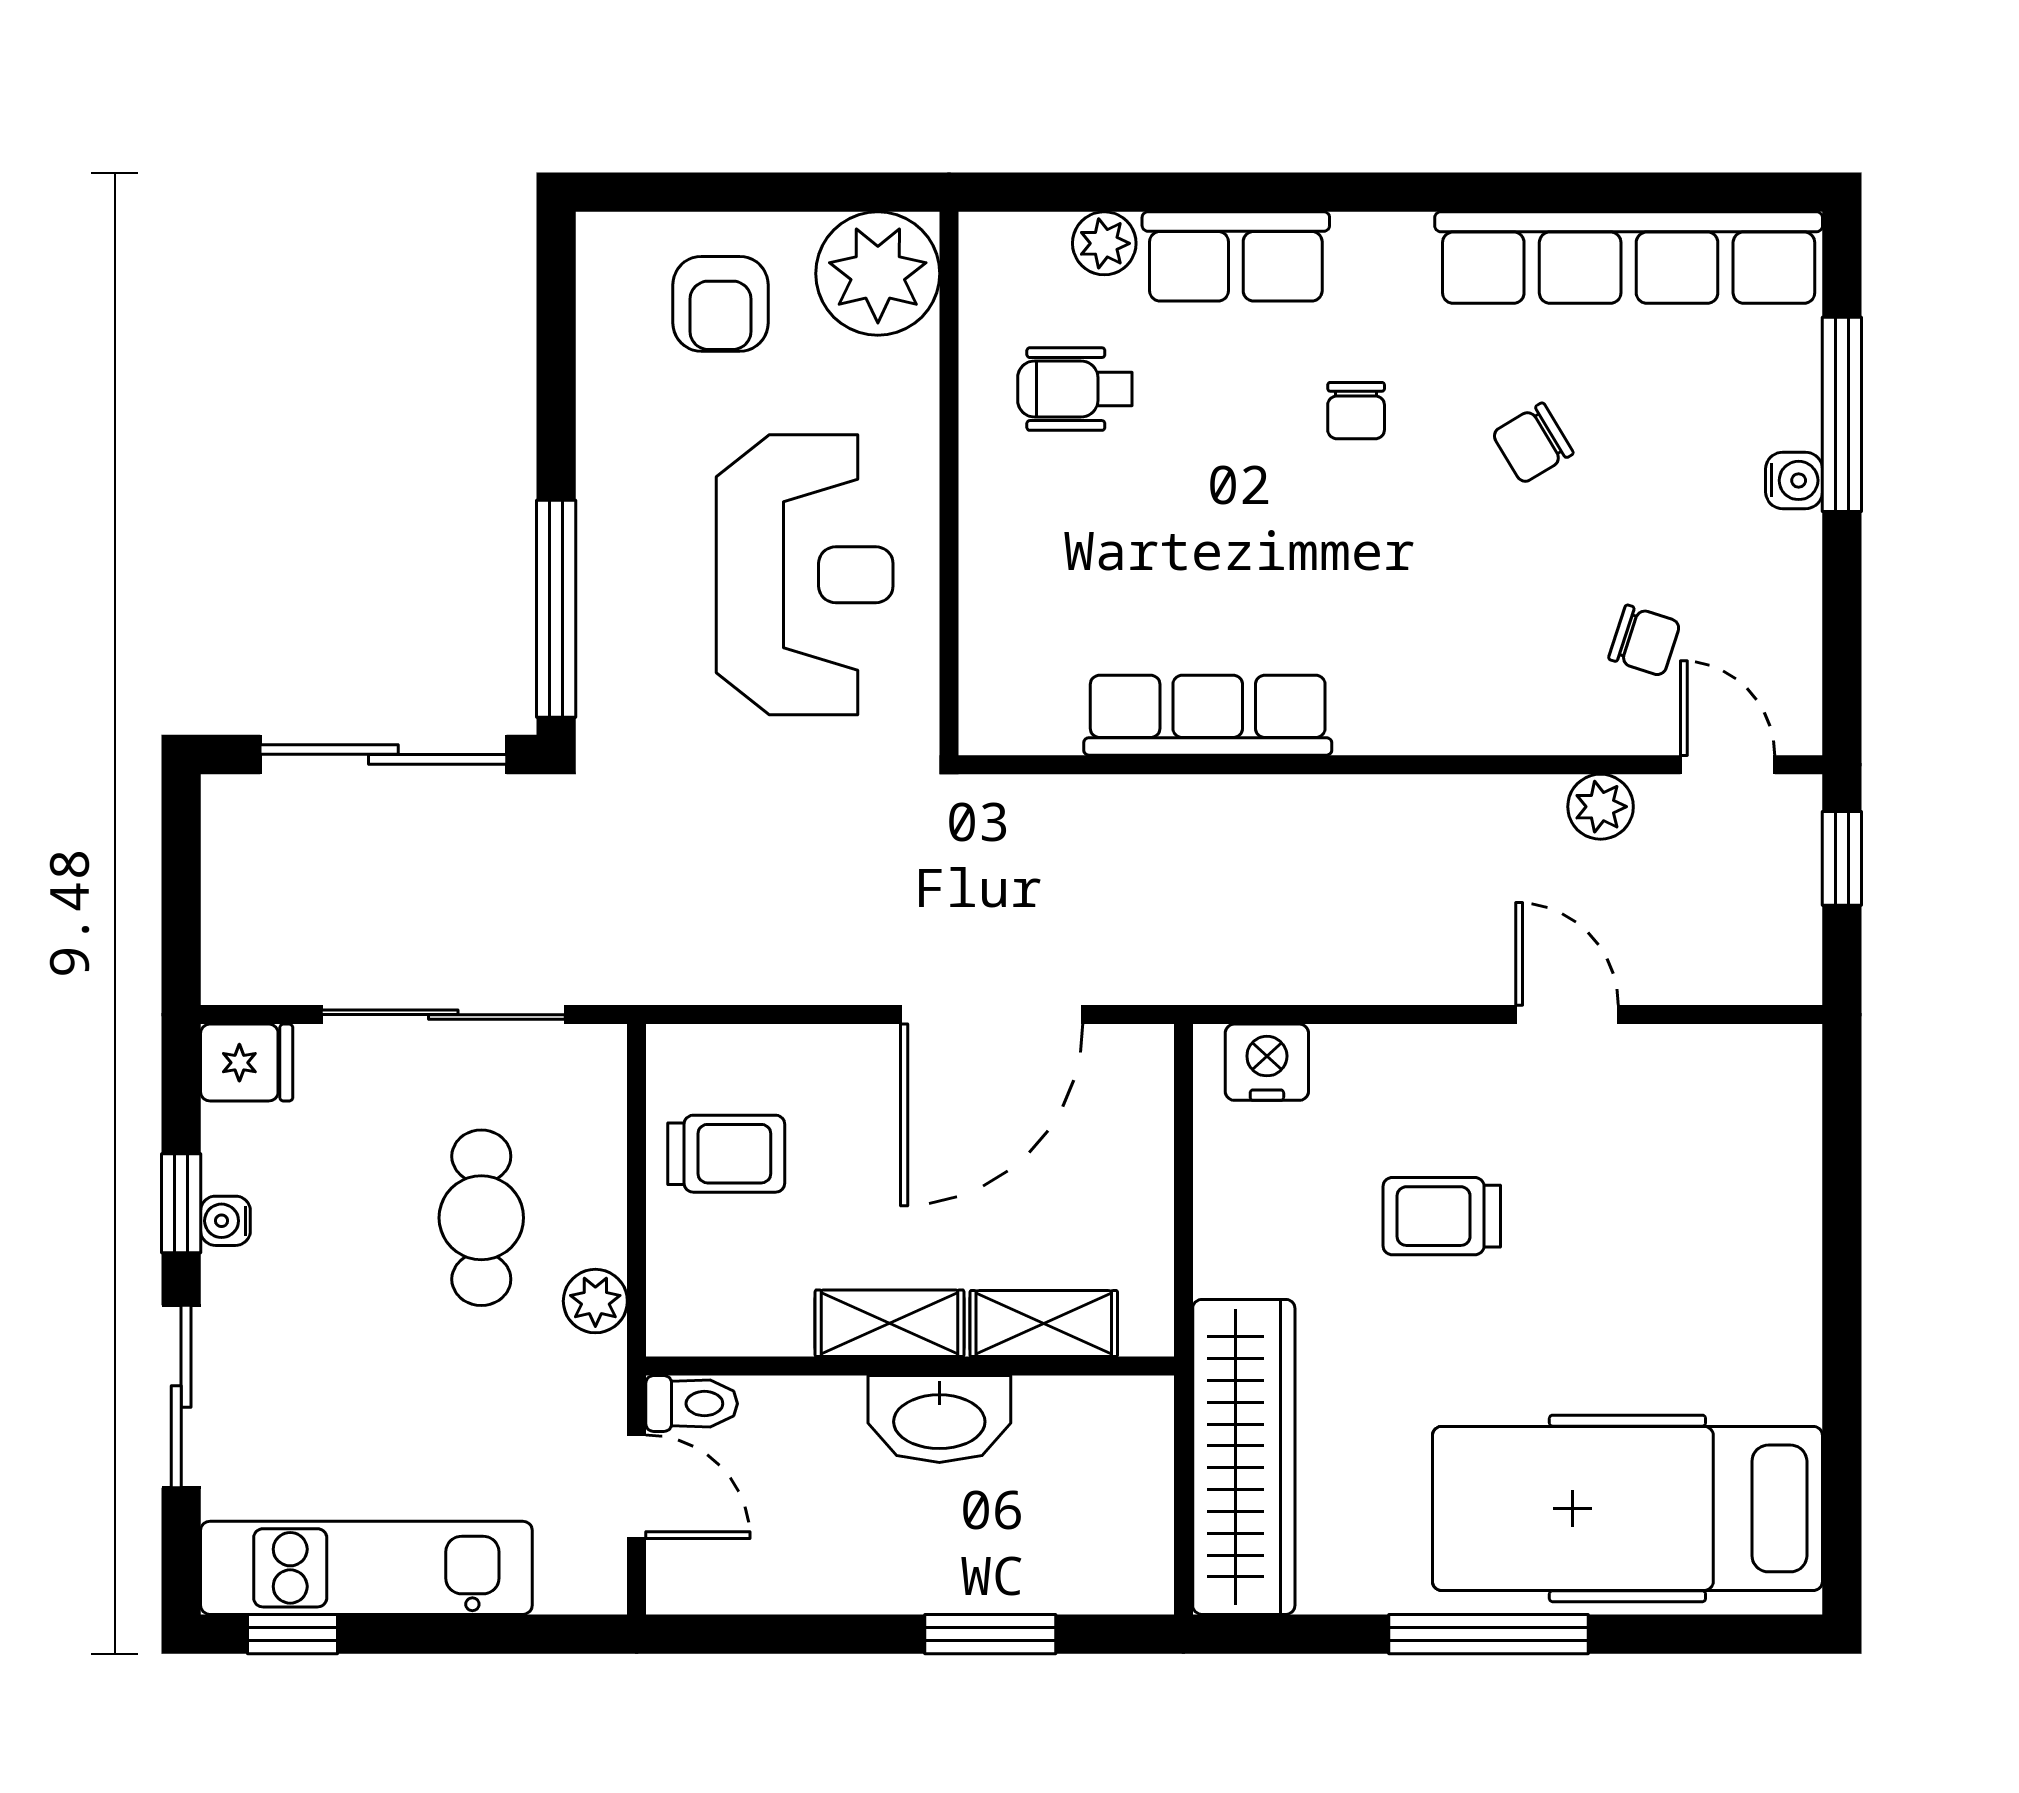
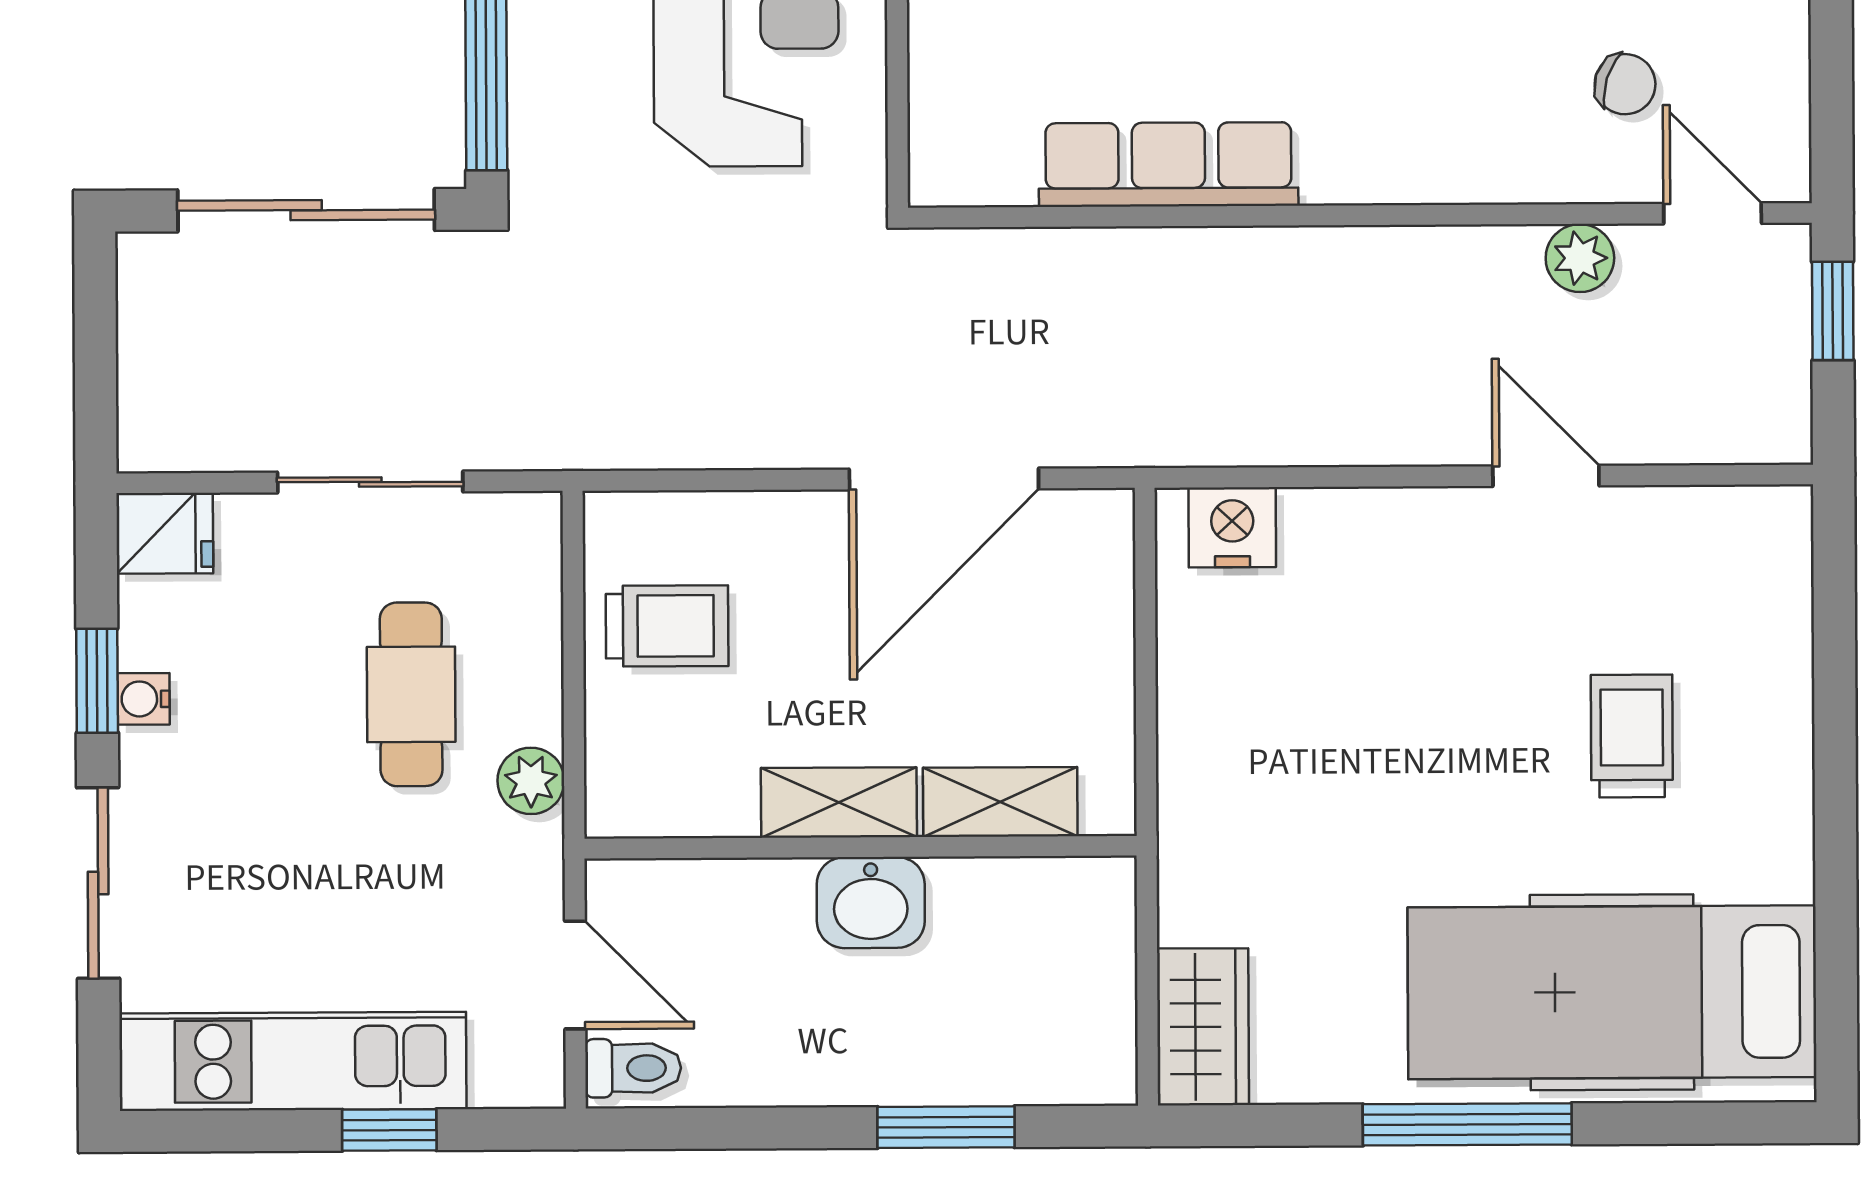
sliding door: (443, 1015) -> (370, 482), width x0.73
trolley: (1442, 1216) -> (1632, 736), moved, turned 90
toilet: (692, 1404) -> (633, 1068), moved
washbasin: (939, 1419) -> (871, 903), width x0.72
wardrobe: (1244, 1457) -> (1203, 1027), width x0.48, depth x0.85
window: (292, 1634) -> (389, 1130), moved

